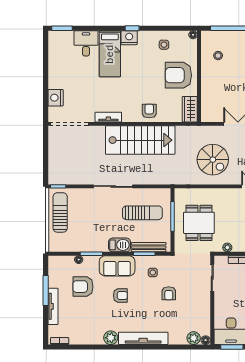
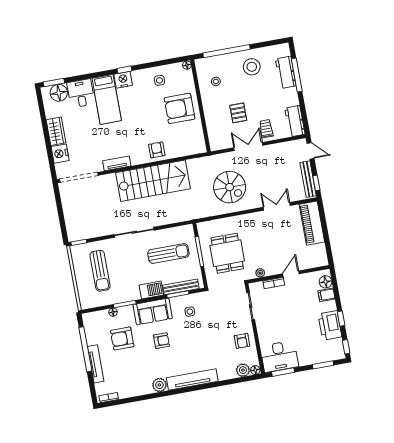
floor lamp: (65, 39) -> (59, 93), added
pallet: (234, 90) -> (238, 113), added
wardrobe: (190, 109) -> (56, 131), moved, turned 180
sun lounger: (60, 212) -> (100, 271), moved, turned 180
window: (46, 290) -> (85, 349), width x1.46
armchair: (169, 293) -> (242, 341), moved

